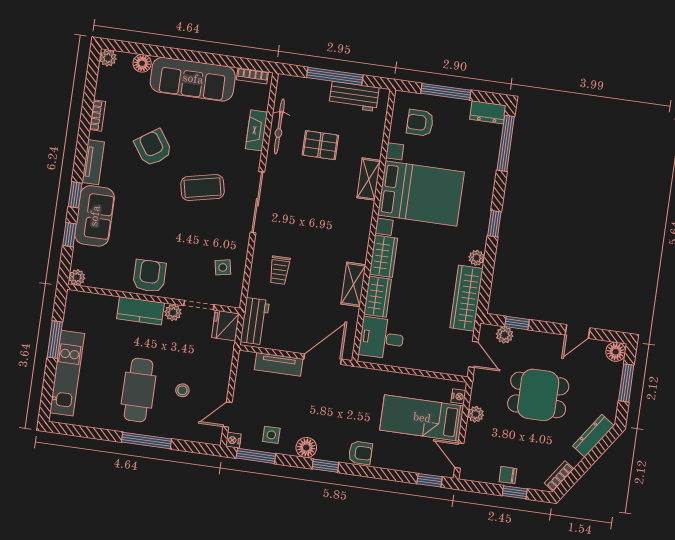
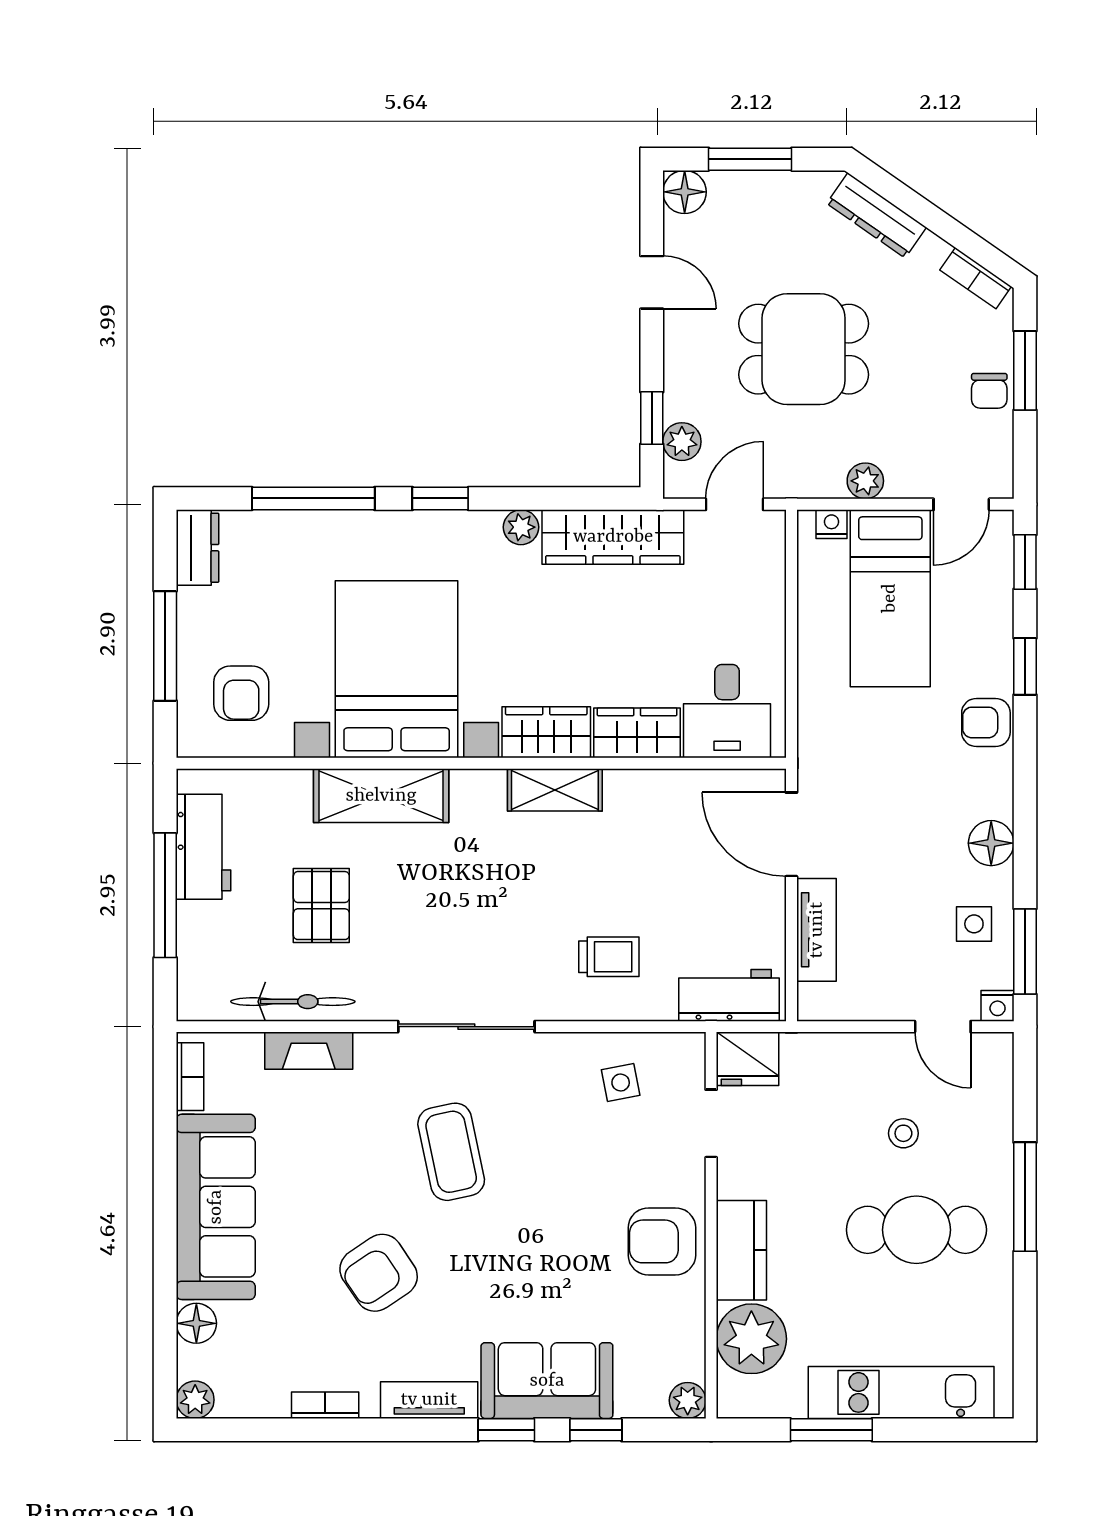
window: (506, 143) -> (313, 498), moved
shelving: (369, 179) -> (381, 796), width x1.50, depth x1.33
shelving: (353, 284) -> (555, 790), moved
plant: (173, 312) -> (751, 1339), moved, width x1.87, depth x1.87
dining table: (538, 395) -> (804, 349), turned 90
armchair: (360, 453) -> (986, 722), turned -90
window: (325, 466) -> (1025, 666), moved
window: (515, 492) -> (1025, 371), width x1.50

